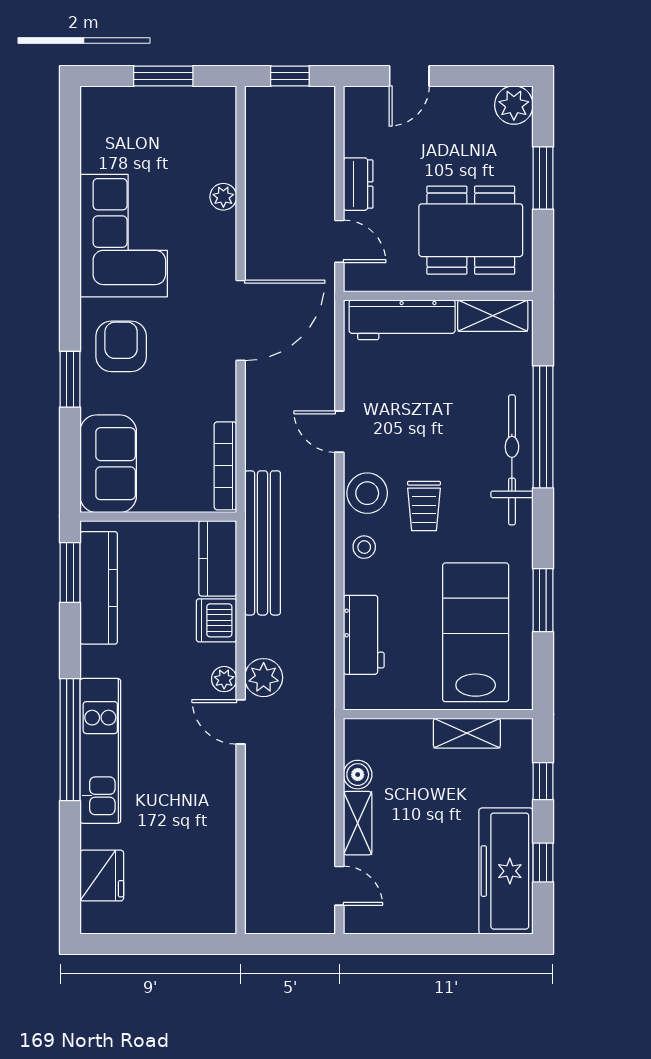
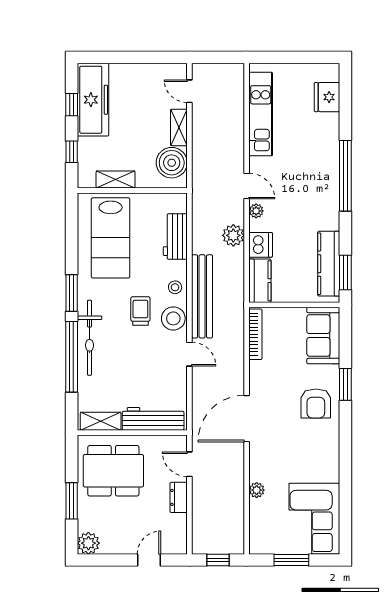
corner sofa: (124, 236) -> (314, 519), moved
bench: (263, 543) -> (202, 296), moved
window: (543, 600) -> (72, 293), moved
plant: (264, 678) -> (233, 235), moved
kitchen unit: (100, 751) -> (261, 114), moved, turned 180
boiler: (358, 775) -> (172, 163), width x1.86, depth x1.86

